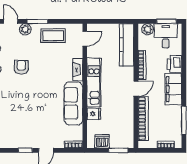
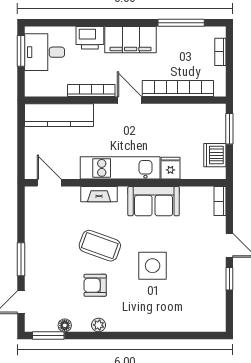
plant: (25, 29) -> (34, 279), removed
plant: (148, 29) -> (34, 81), removed
coffee table: (53, 36) -> (100, 246), moved, turned -70
side table: (33, 103) -> (153, 266), added
sofa: (73, 103) -> (154, 201), width x0.73

